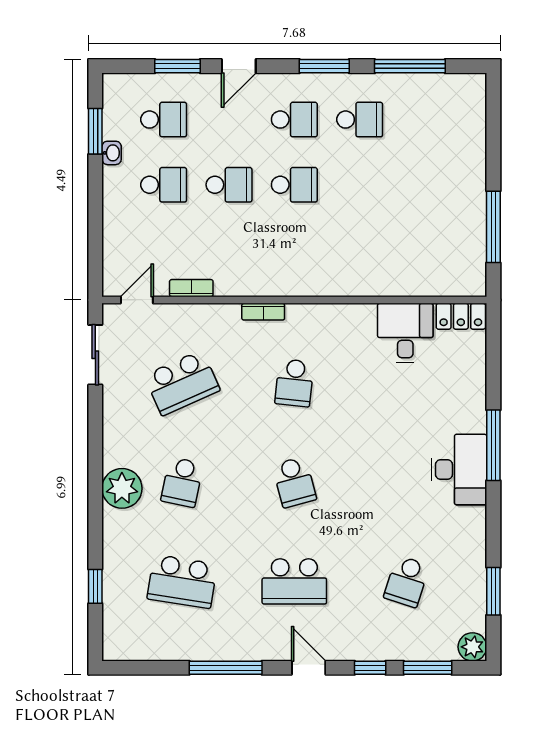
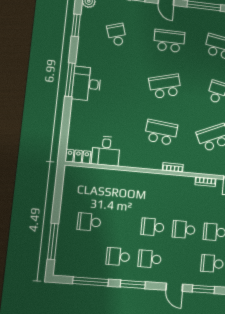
door: (239, 66) -> (174, 287), swing flipped
school desk: (425, 185) -> (89, 222), added
window: (493, 227) -> (53, 241), moved
school desk: (294, 383) -> (161, 132), width x1.85
window: (493, 445) -> (70, 80), moved
school desk: (294, 482) -> (165, 86), width x1.85
school desk: (407, 581) -> (117, 35), turned -36

